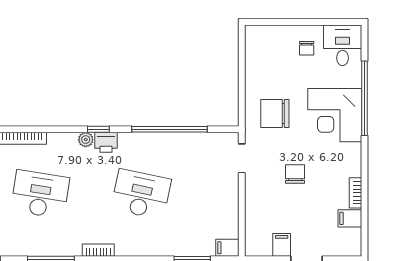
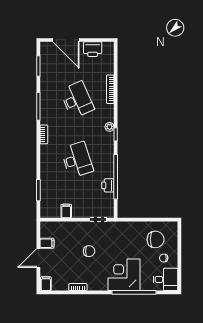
chair: (275, 113) -> (156, 239), moved, turned 90
printer: (106, 142) -> (108, 185), moved
desk: (40, 194) -> (77, 100), turned -33
desk: (141, 194) -> (77, 160), turned -30
filing cabinet: (350, 218) -> (46, 284), moved
filing cabinet: (227, 248) -> (66, 211), moved

